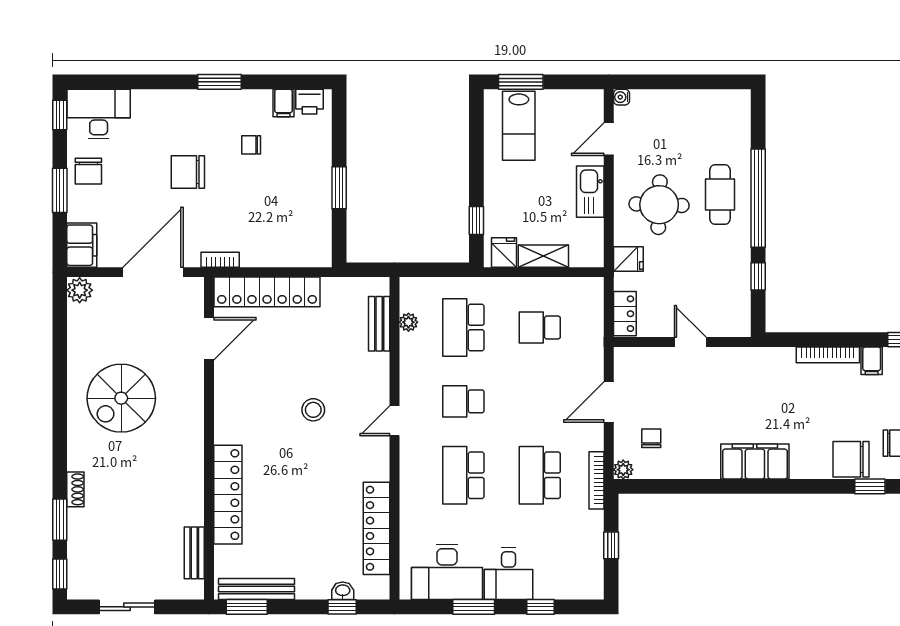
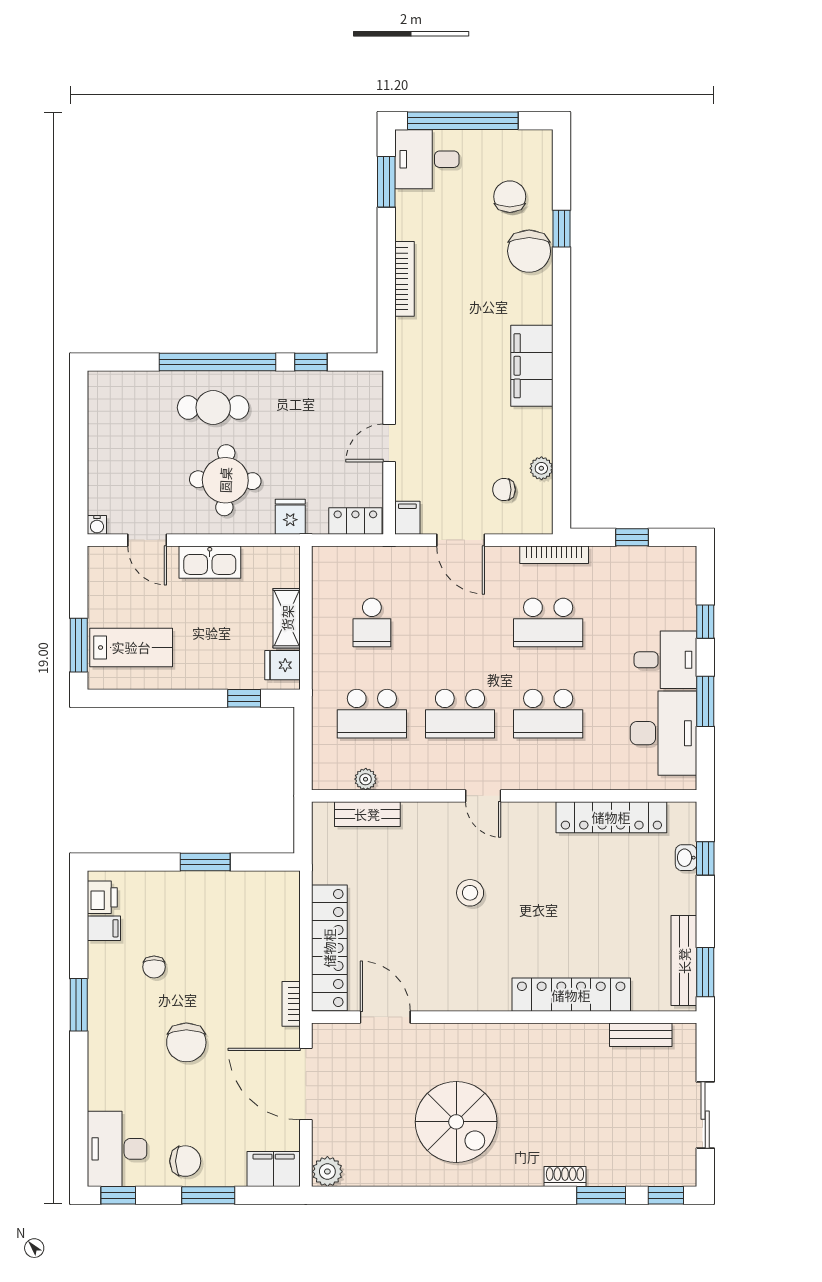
filing cabinet: (872, 361) -> (407, 518), moved, turned -90
school desk: (463, 401) -> (460, 714), width x1.85
plant: (623, 470) -> (541, 468), moved

